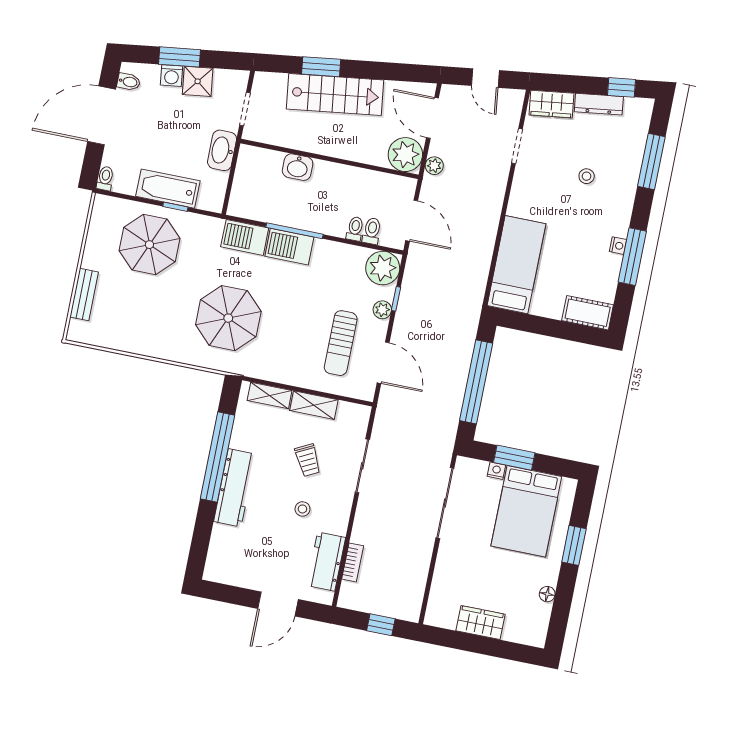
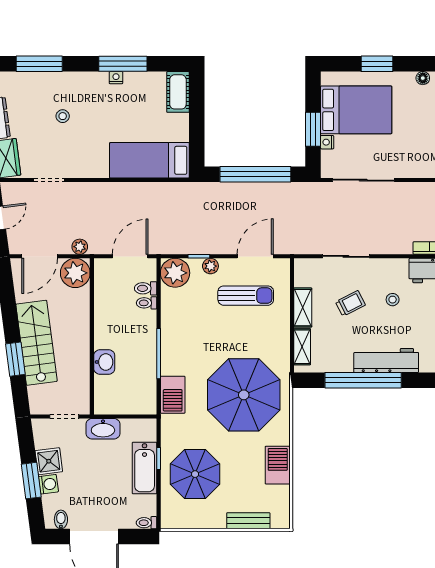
barbecue: (289, 247) -> (278, 465), moved, turned 180
parasol: (228, 318) -> (244, 395), width x1.36, depth x1.36

